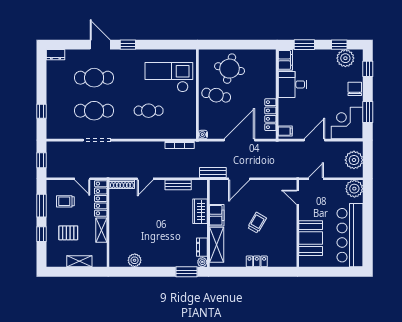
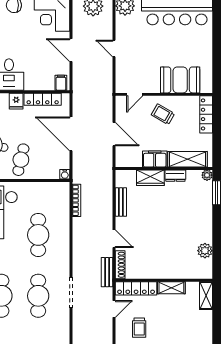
fridge: (269, 91) -> (16, 101), added
cafe table: (149, 111) -> (38, 235), width x1.37, depth x1.35
bench: (213, 173) -> (107, 272), moved
door: (298, 197) -> (135, 94), moved
wall: (298, 223) -> (164, 94), moved
pallet: (68, 233) -> (174, 324), removed
booth: (311, 238) -> (180, 80), moved
dresser: (202, 247) -> (175, 176), moved
shelving: (79, 261) -> (206, 296), moved
locker: (257, 261) -> (206, 114), width x1.53

